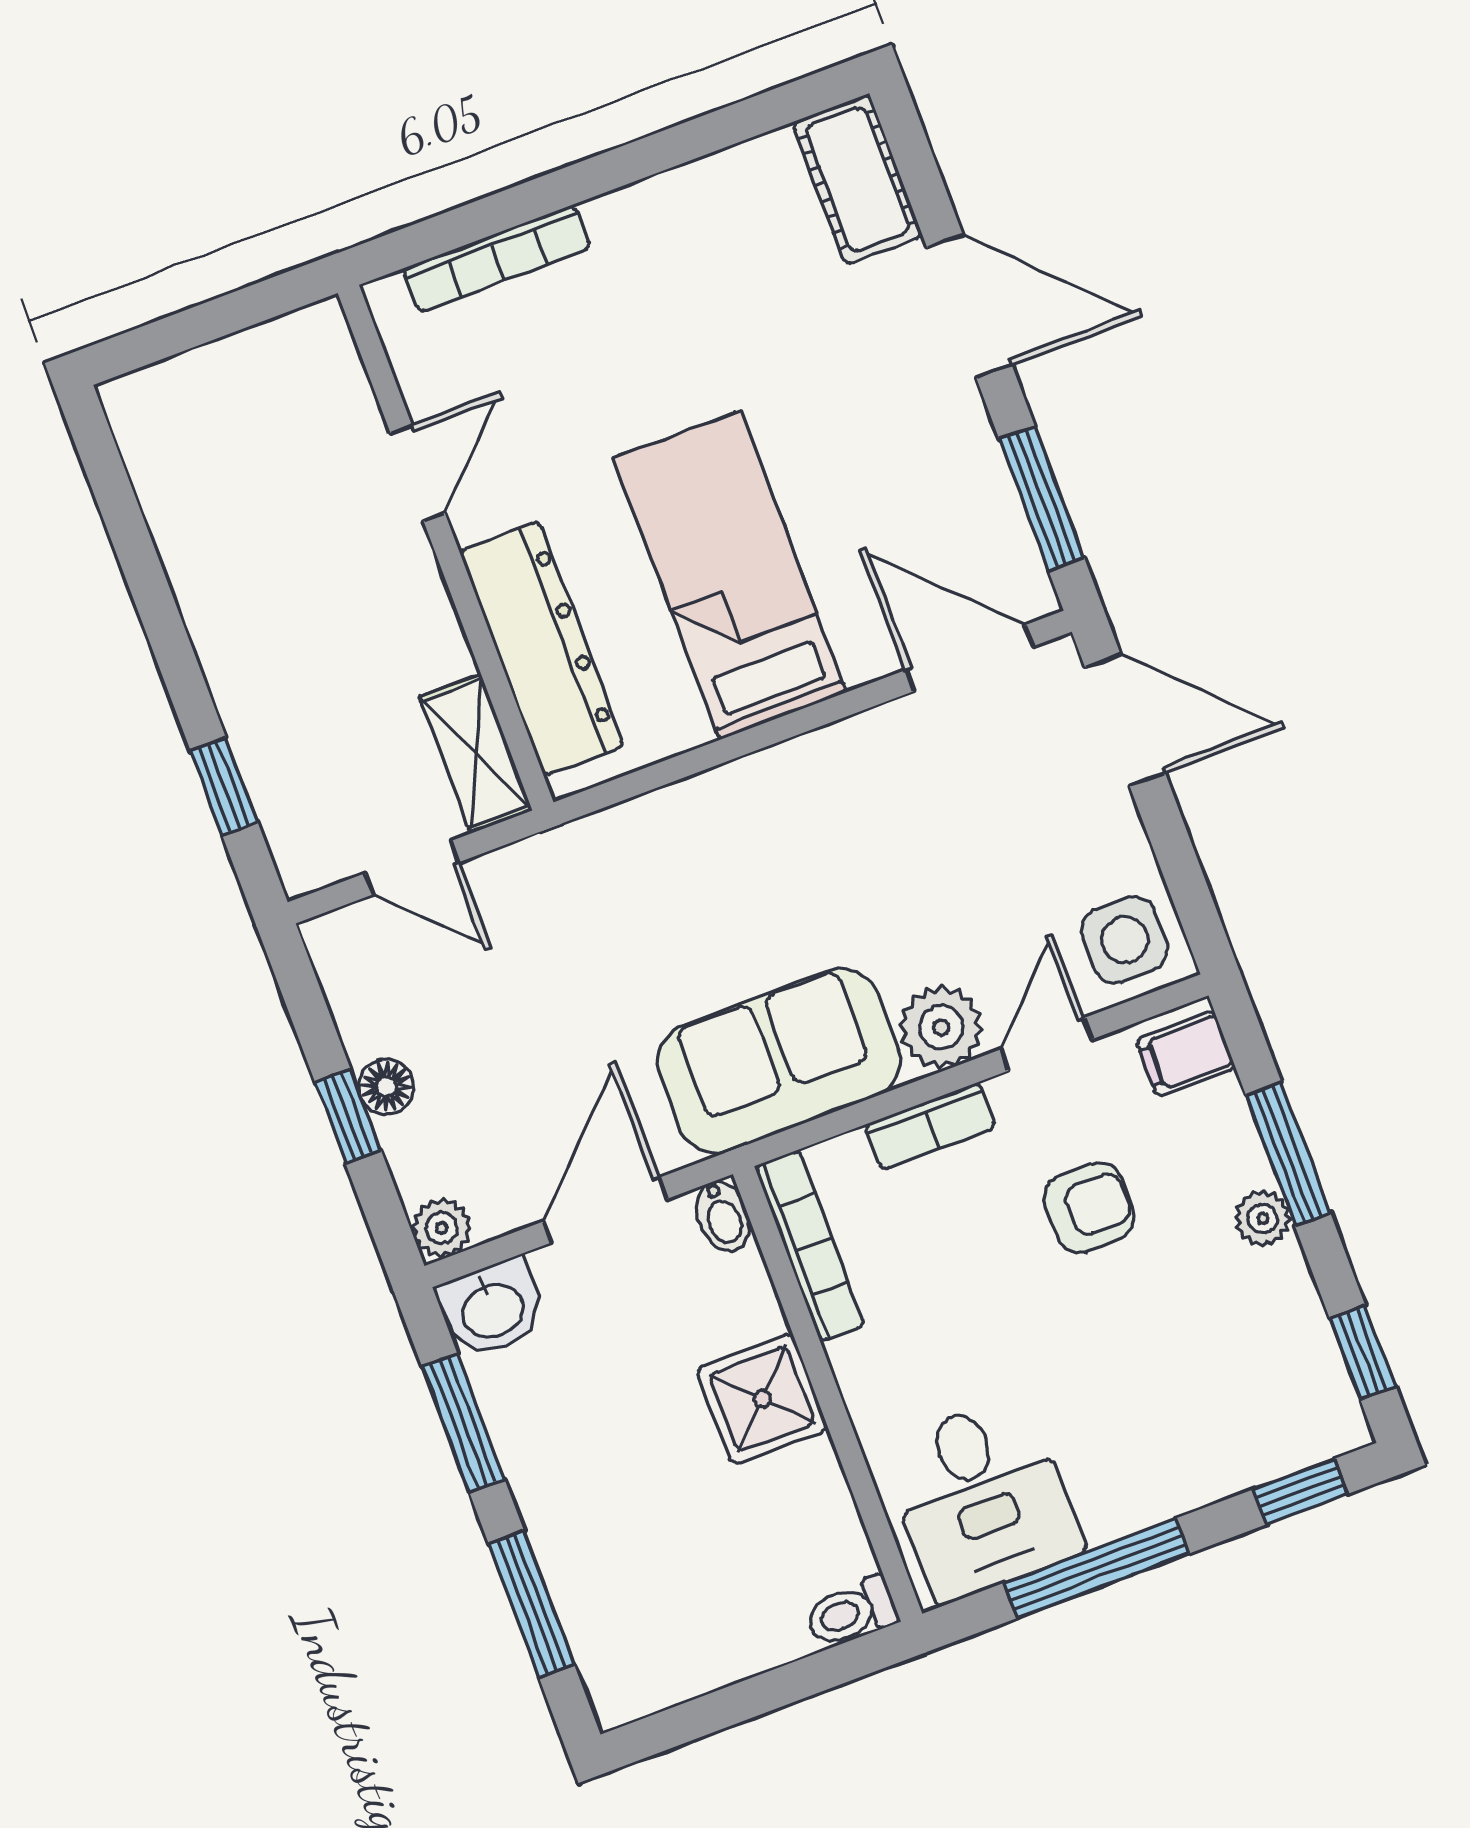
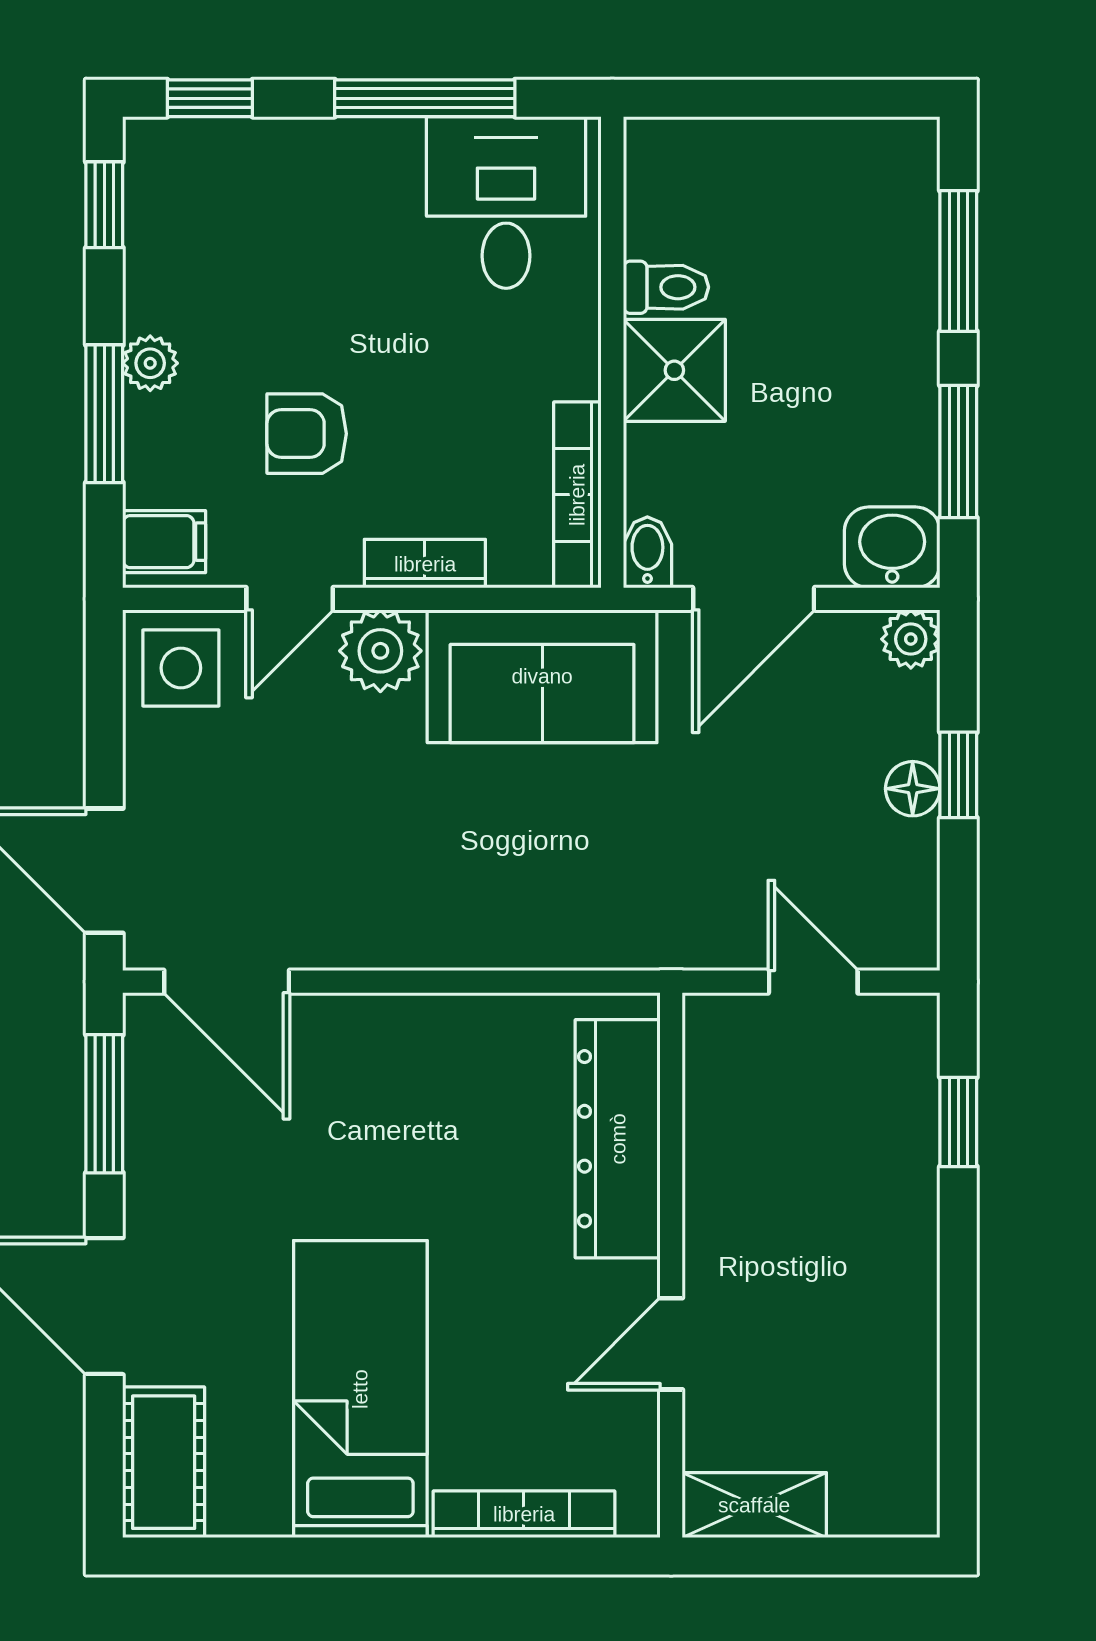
bed: (730, 575) -> (360, 1389), moved, turned 180
shelving: (476, 754) -> (754, 1505), moved, turned 90
toilet: (851, 1612) -> (666, 287), moved

